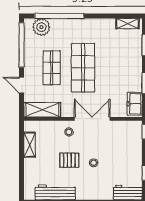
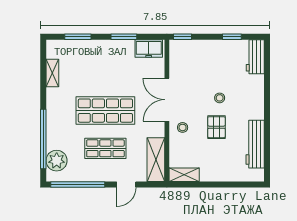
shelving: (127, 24) -> (52, 73), moved
shelving: (30, 145) -> (184, 175), moved

